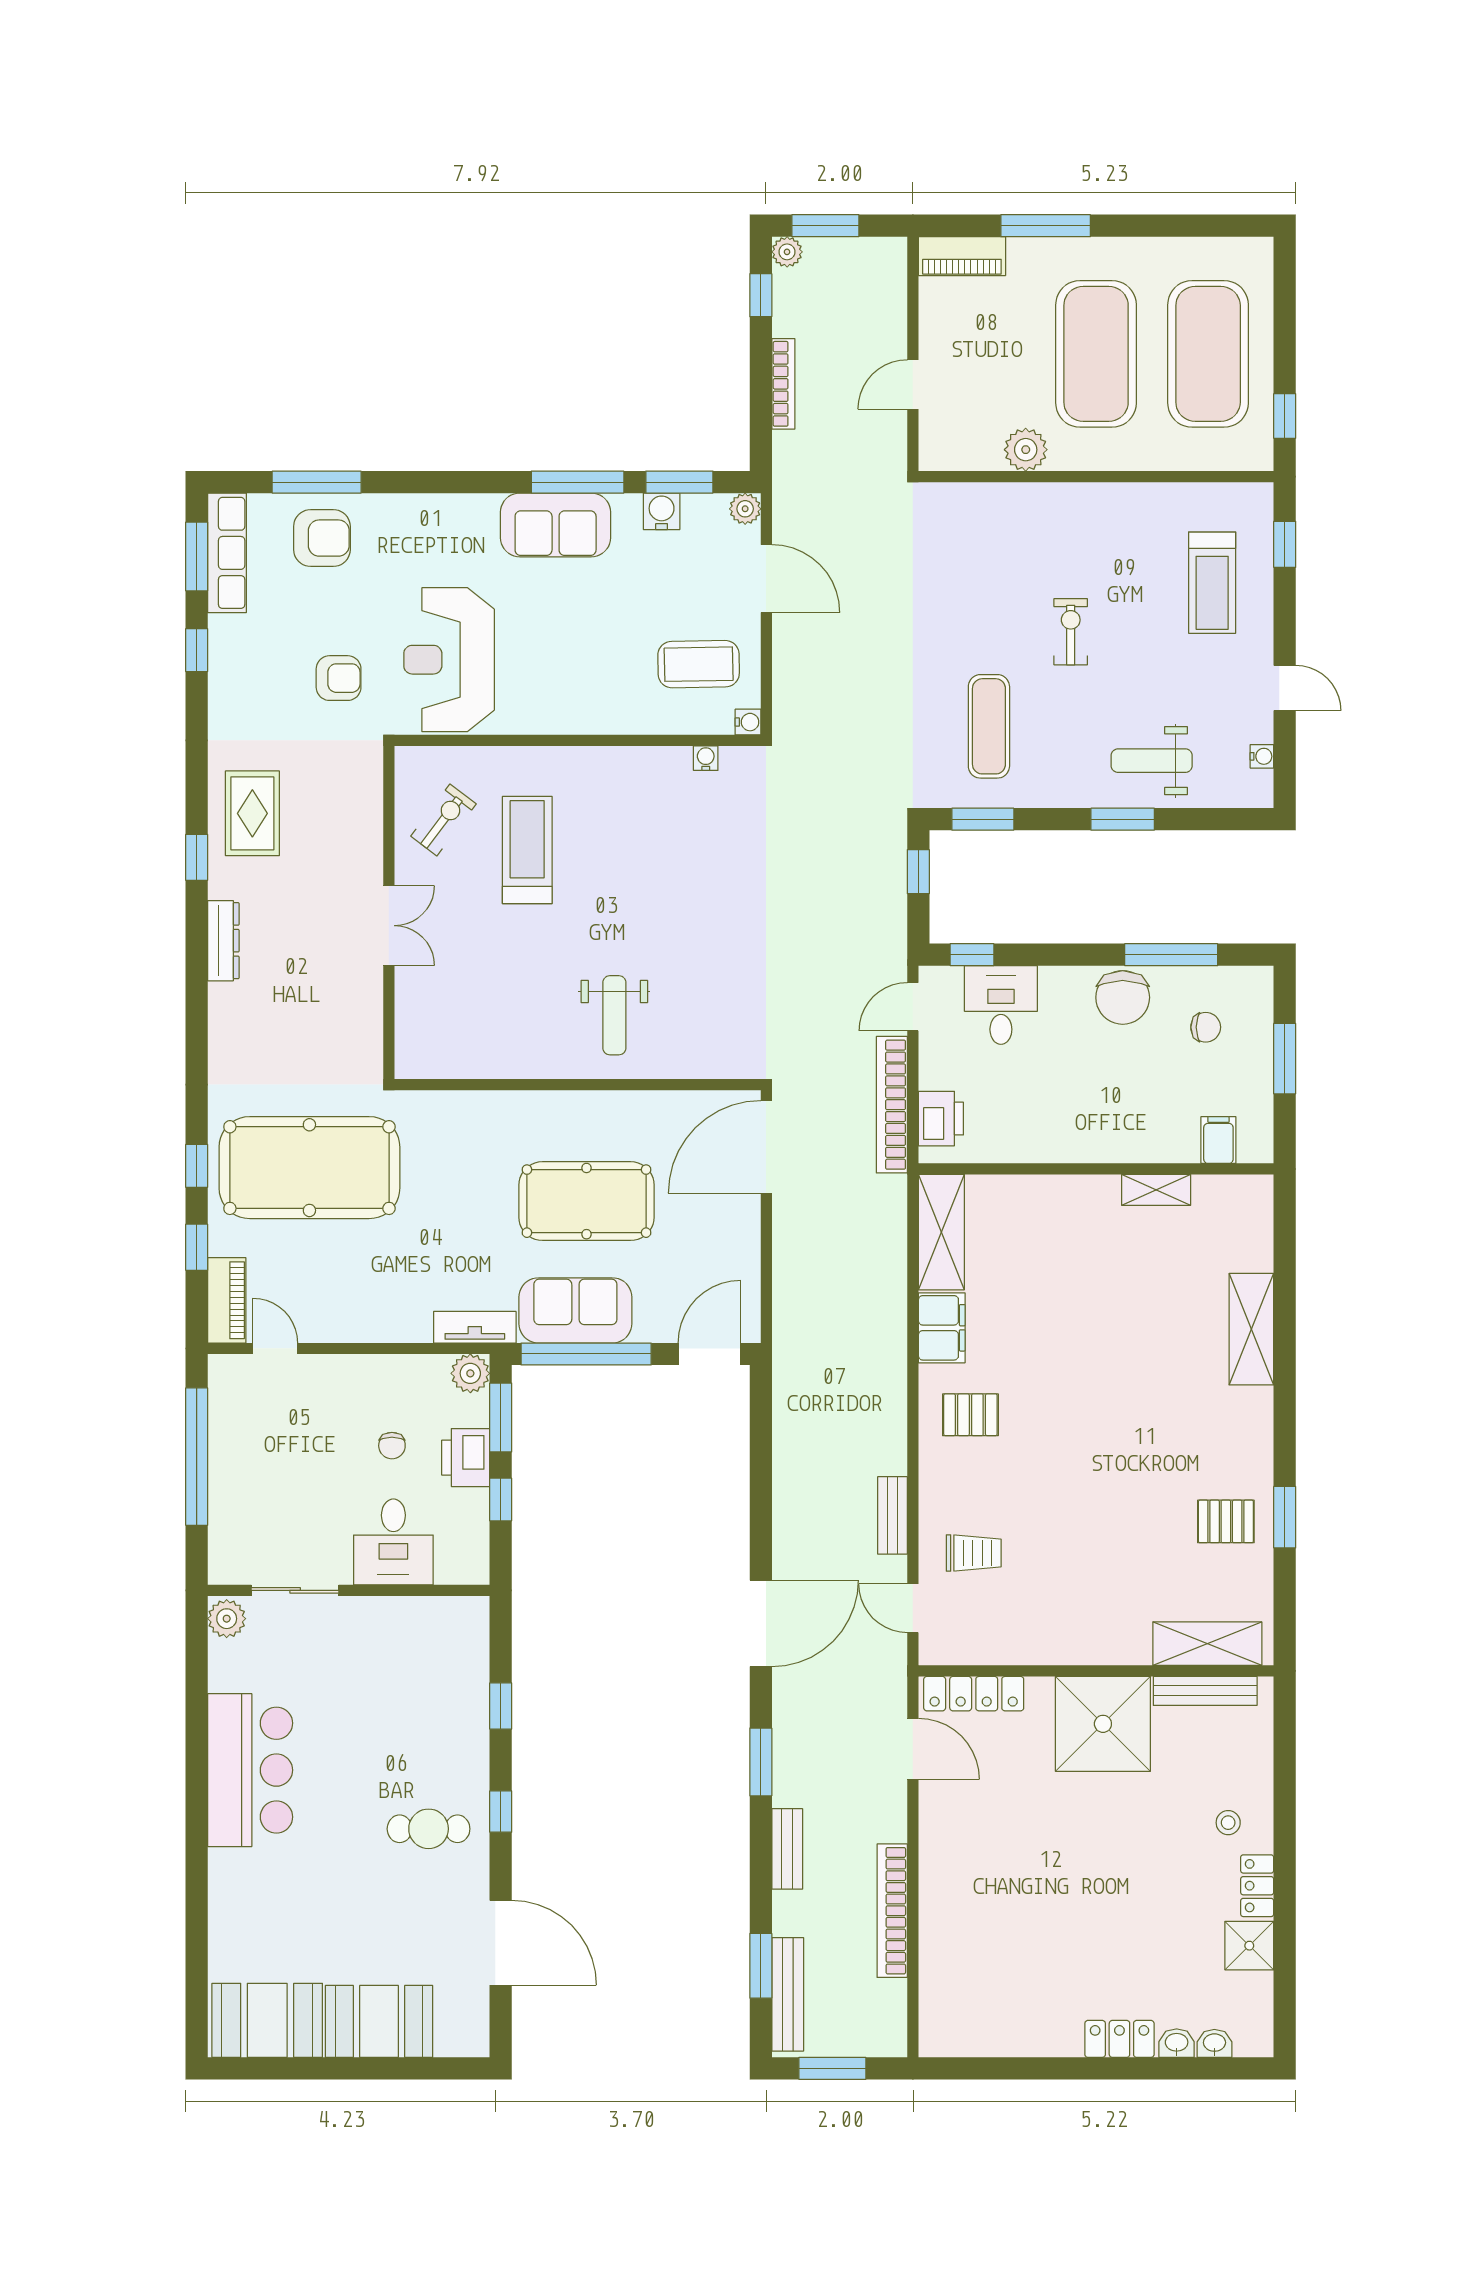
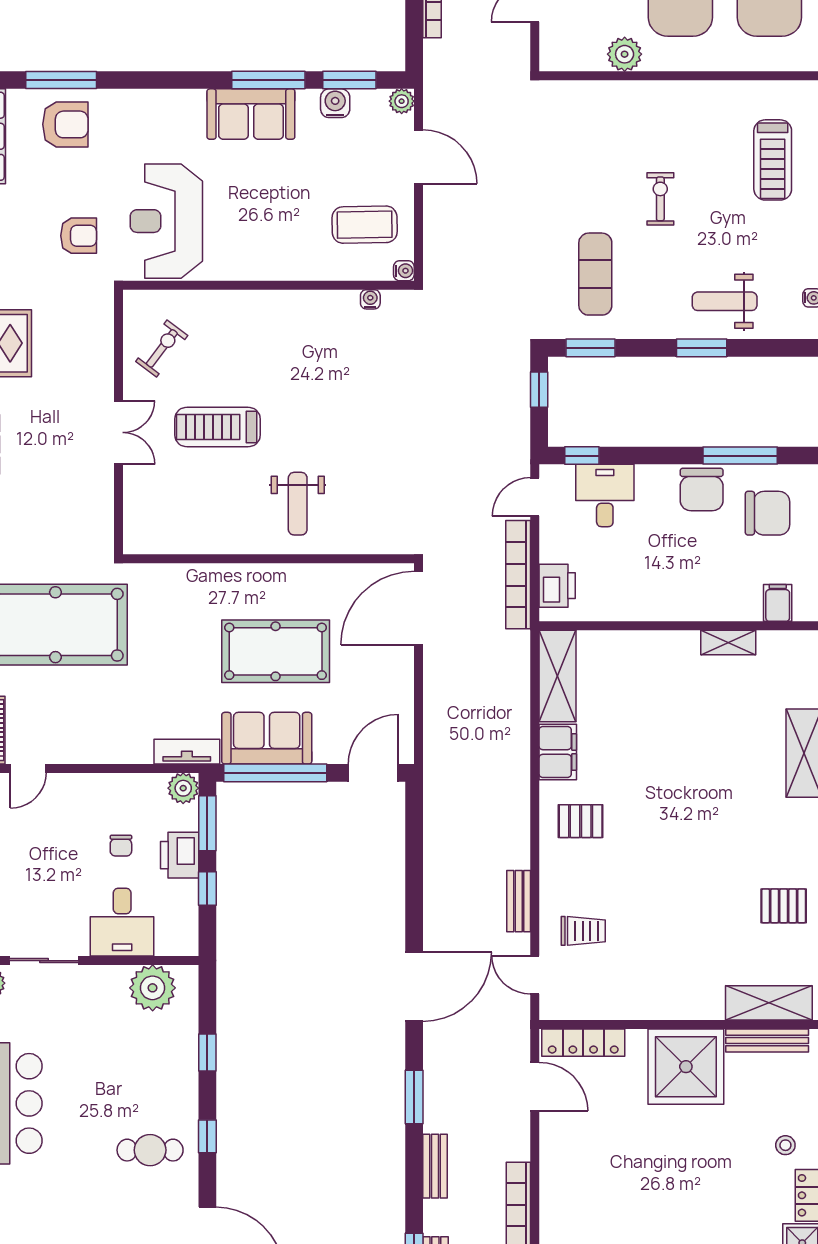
treadmill: (527, 850) -> (218, 427), moved, turned -90
chair: (1206, 1027) -> (768, 513), width x1.87, depth x1.87
door: (275, 1348) -> (28, 768), swing flipped
plant: (432, 1625) -> (153, 988), added

